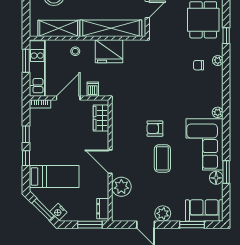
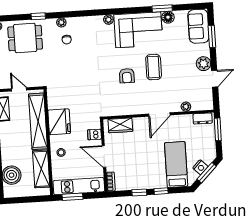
coffee table: (162, 158) -> (154, 67), turned 90
plant: (121, 187) -> (186, 107), width x0.53, depth x0.53
nightstand: (58, 212) -> (200, 167), moved

